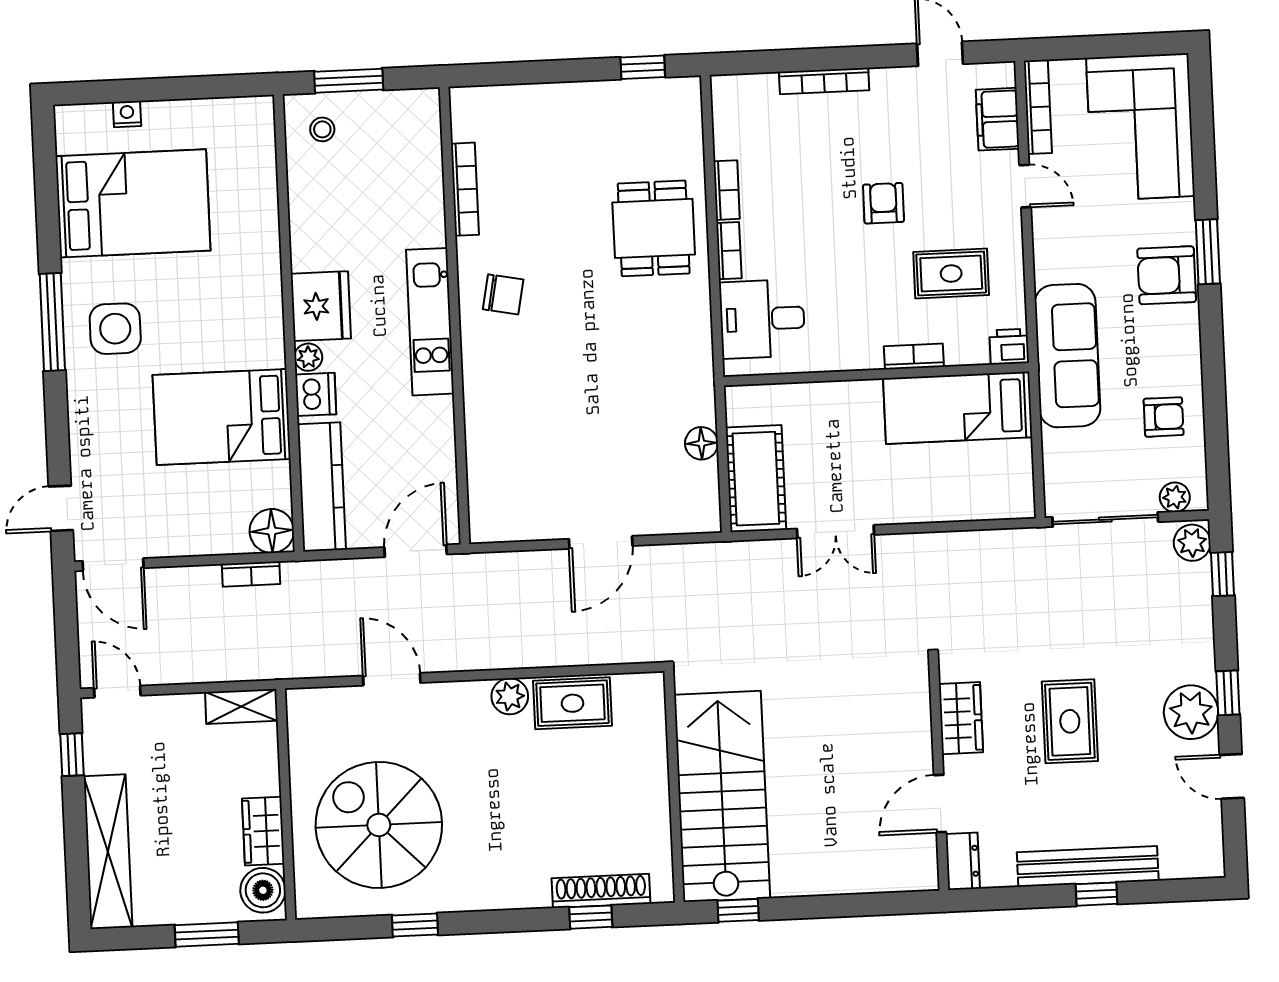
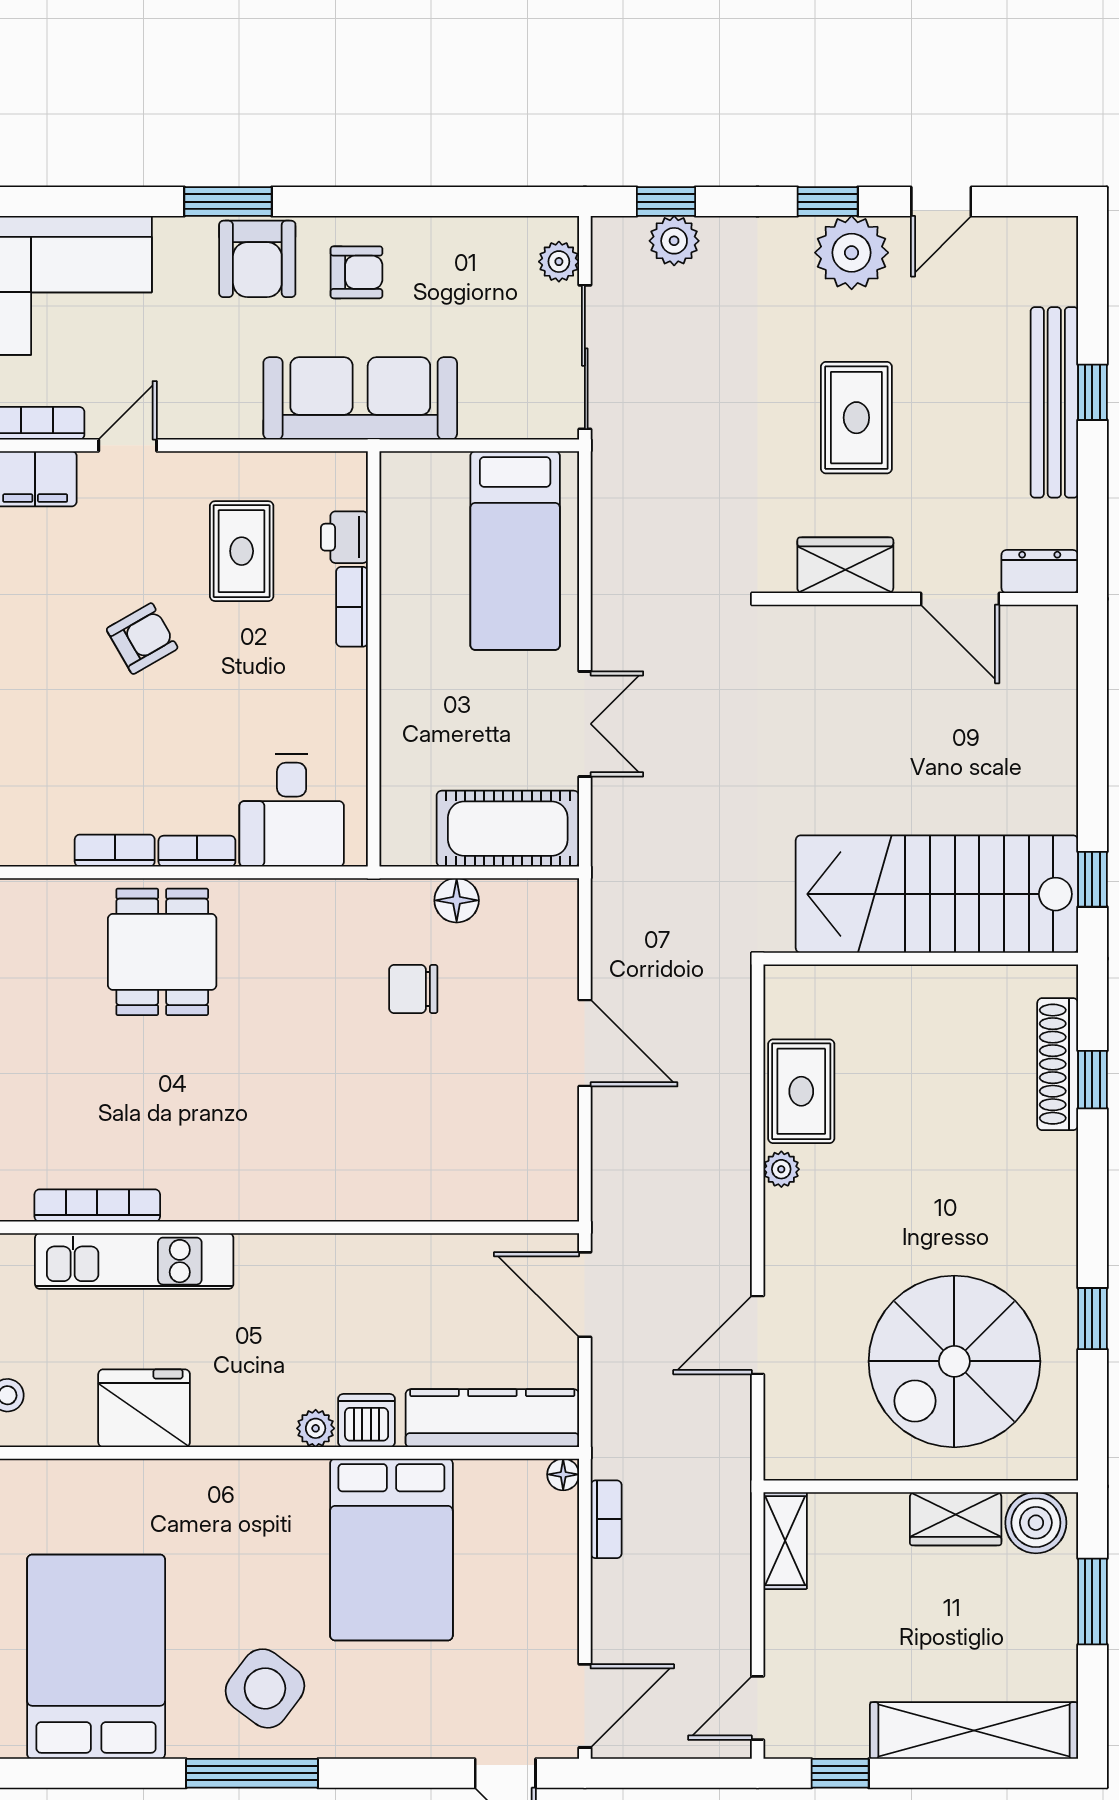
armchair: (883, 203) -> (142, 639), turned 150
dining table: (654, 228) -> (162, 952), turned 90
chair: (503, 294) -> (413, 989), moved, turned -101
fridge: (321, 306) -> (144, 1408), moved
kitchen unit: (430, 322) -> (134, 1261), moved
side table: (115, 329) -> (265, 1688), turned 37
printer: (1009, 347) -> (344, 537), moved
bed: (958, 408) -> (515, 551), moved
armchair: (1164, 417) -> (356, 272), moved, turned 90
floor lamp: (272, 531) -> (563, 1474), width x0.53, depth x0.53
plant: (1192, 543) -> (674, 241), moved
plant: (510, 696) -> (781, 1169), width x0.73, depth x0.73
rug: (1070, 721) -> (856, 418), turned 90

